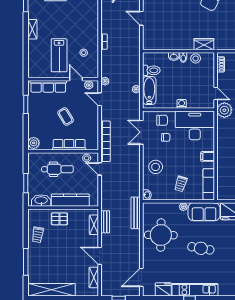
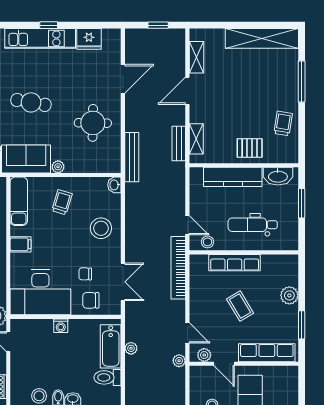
plant: (34, 143) -> (289, 295), moved
round table: (161, 235) -> (93, 123), width x0.73, depth x0.73
door: (100, 256) -> (187, 91), swing flipped
door: (141, 277) -> (123, 79), moved

